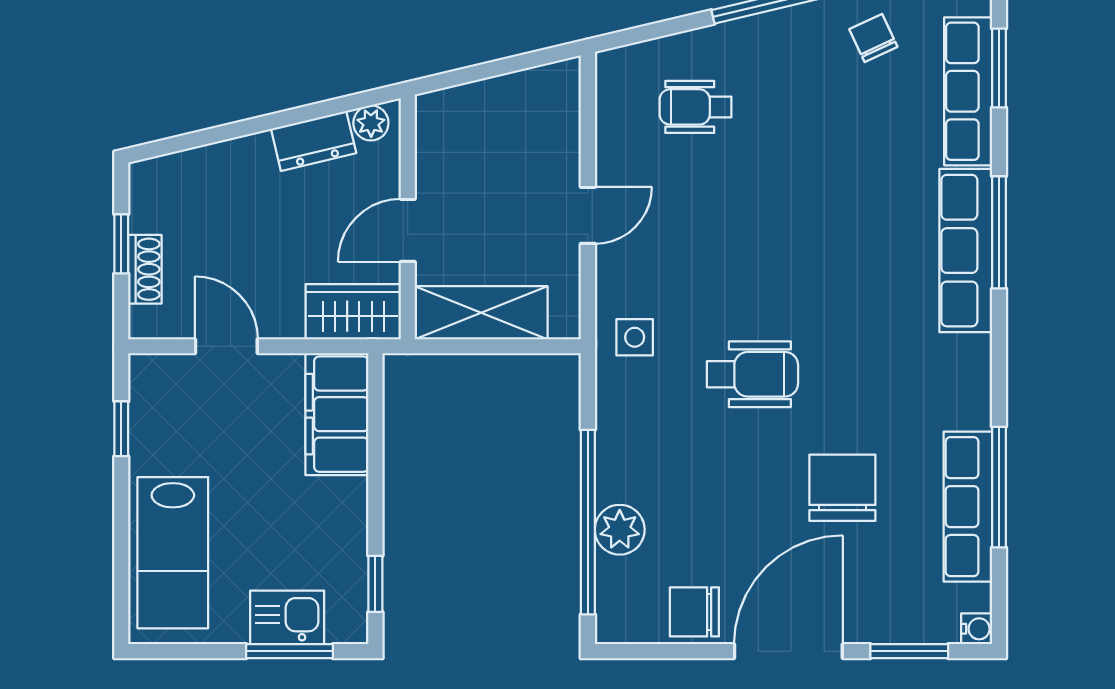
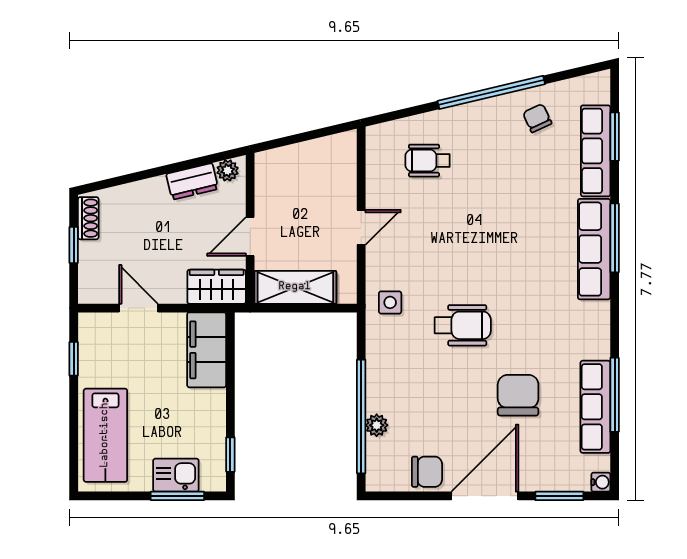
shoe rack: (145, 269) -> (88, 218), moved
plant: (620, 530) -> (377, 425), width x0.73, depth x0.73
chair: (694, 612) -> (427, 472), turned 180

